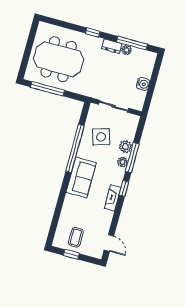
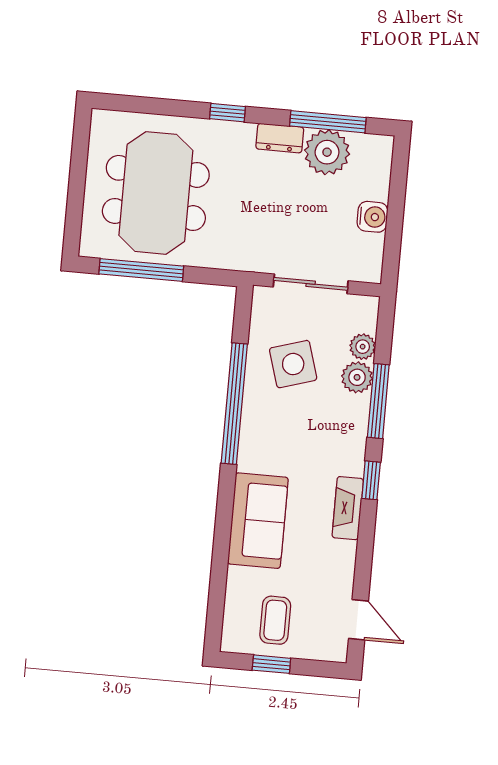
plant: (127, 50) -> (327, 152), width x1.87, depth x1.87
meeting table: (59, 59) -> (156, 193), turned 90
plant: (122, 162) -> (363, 347), moved
sofa: (81, 178) -> (258, 521), moved

